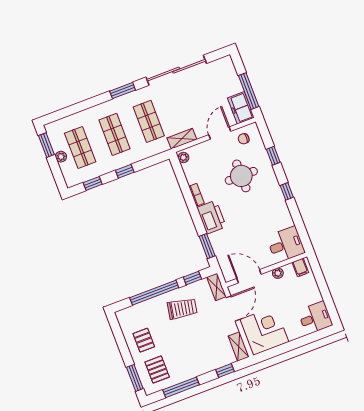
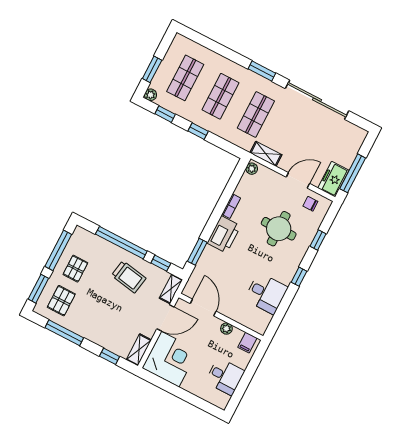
window: (46, 145) -> (152, 69), moved
plant: (61, 157) -> (151, 95), moved
desk: (286, 245) -> (266, 293), moved
desk: (315, 318) -> (225, 376), moved
window: (121, 341) -> (58, 250), added

